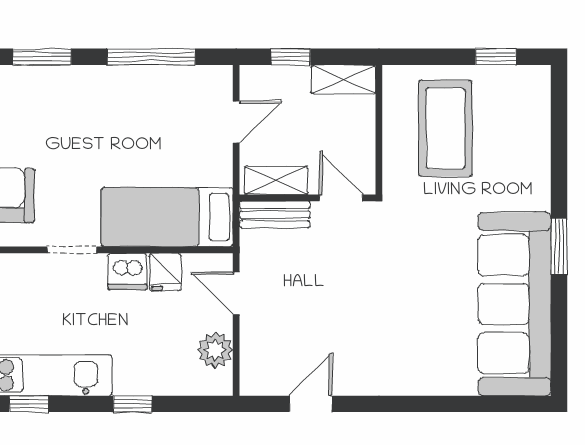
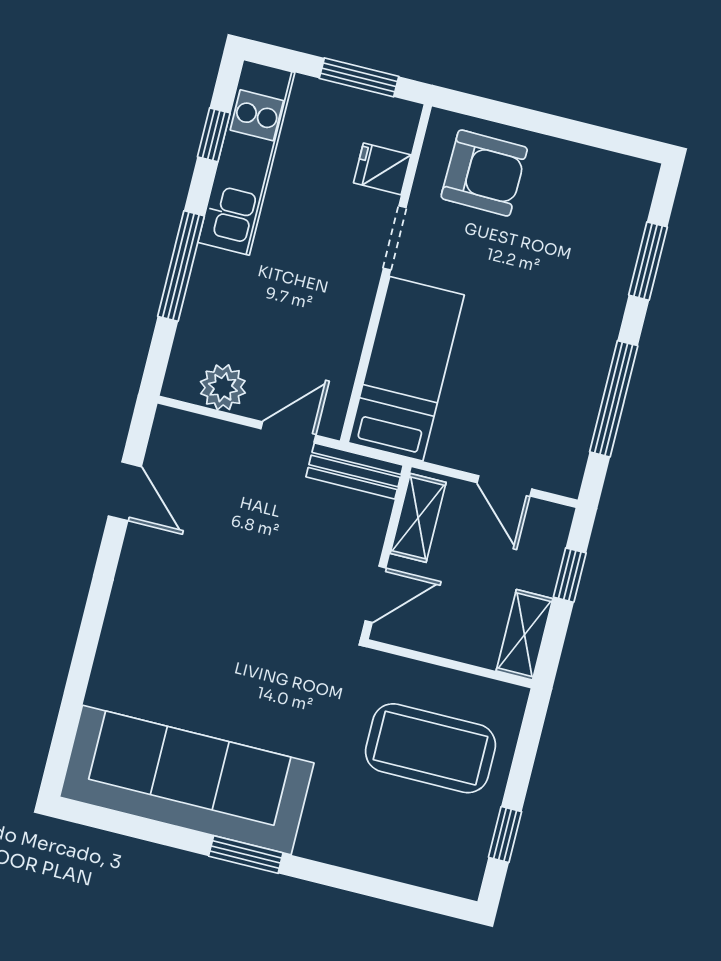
bench: (275, 215) -> (355, 471), moved, turned 90
dishwasher: (127, 271) -> (350, 301), removed
fridge: (165, 272) -> (382, 169), moved
window: (133, 404) -> (181, 266), width x2.17

